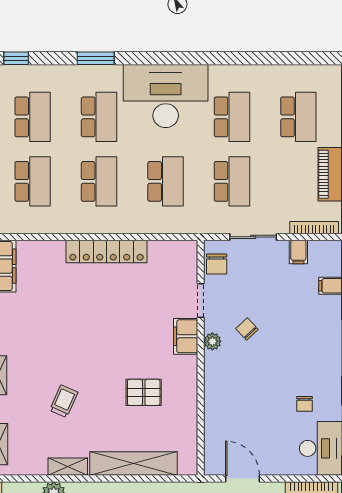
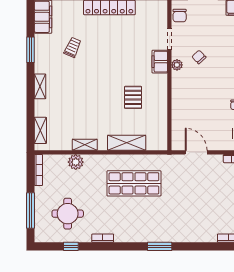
pallet: (144, 392) -> (133, 97), turned 90
trolley: (64, 401) -> (73, 47), moved
shelving: (134, 464) -> (127, 143), width x0.68

